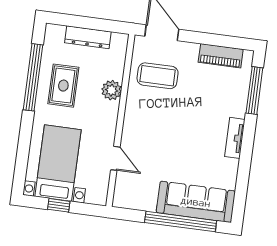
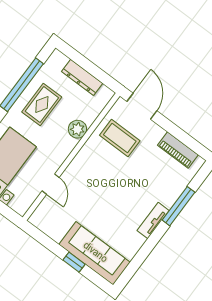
window: (254, 91) -> (178, 206), moved
window: (181, 222) -> (74, 262), width x0.32

